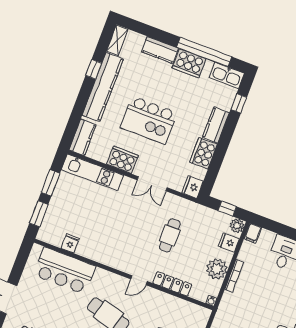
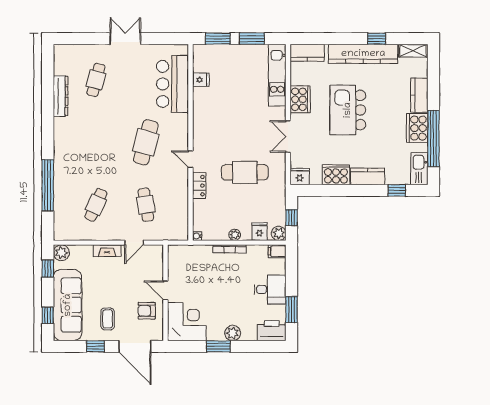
cafe table: (170, 235) -> (245, 172), width x1.37, depth x1.35
plant: (217, 269) -> (235, 235), width x0.53, depth x0.53
locker: (172, 284) -> (199, 186), width x0.66

